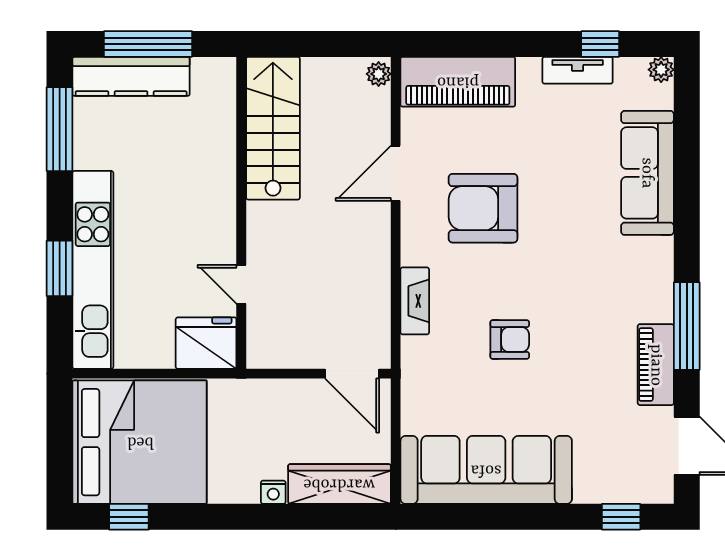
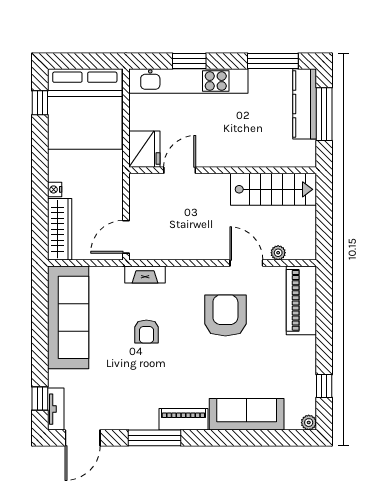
tv unit: (578, 70) -> (56, 409), moved, turned 180
plant: (379, 74) -> (278, 253), moved
door: (241, 284) -> (180, 170), width x1.38
fireplace: (415, 301) -> (145, 274), moved
piano: (656, 365) -> (183, 419), moved

